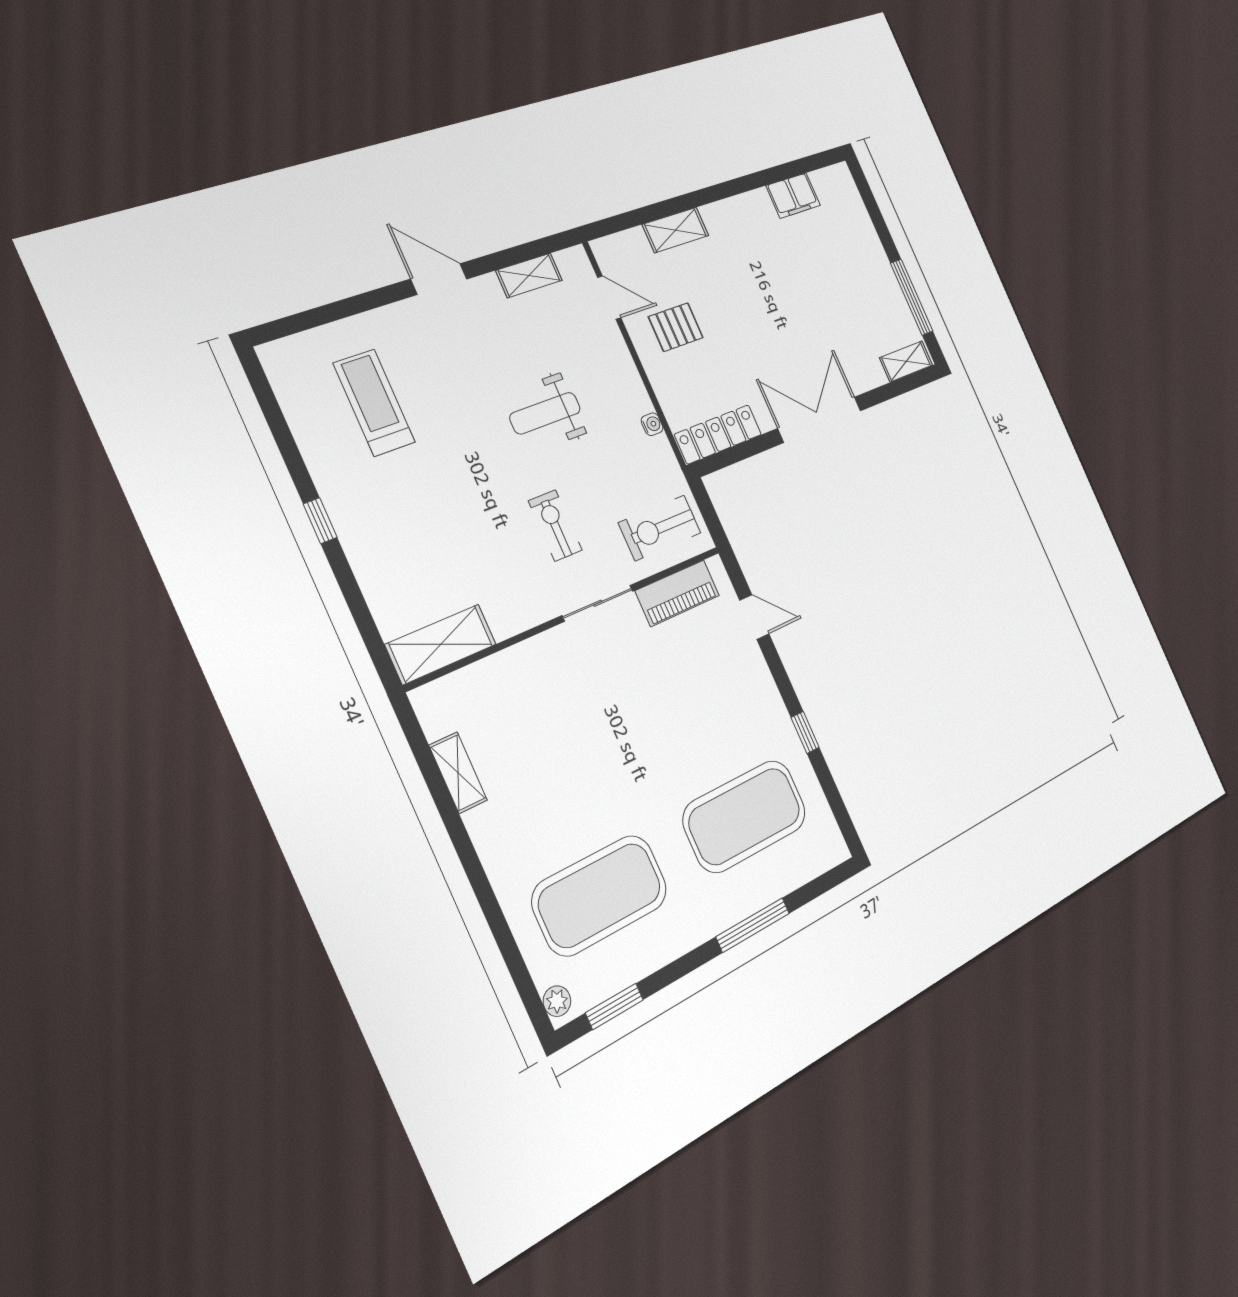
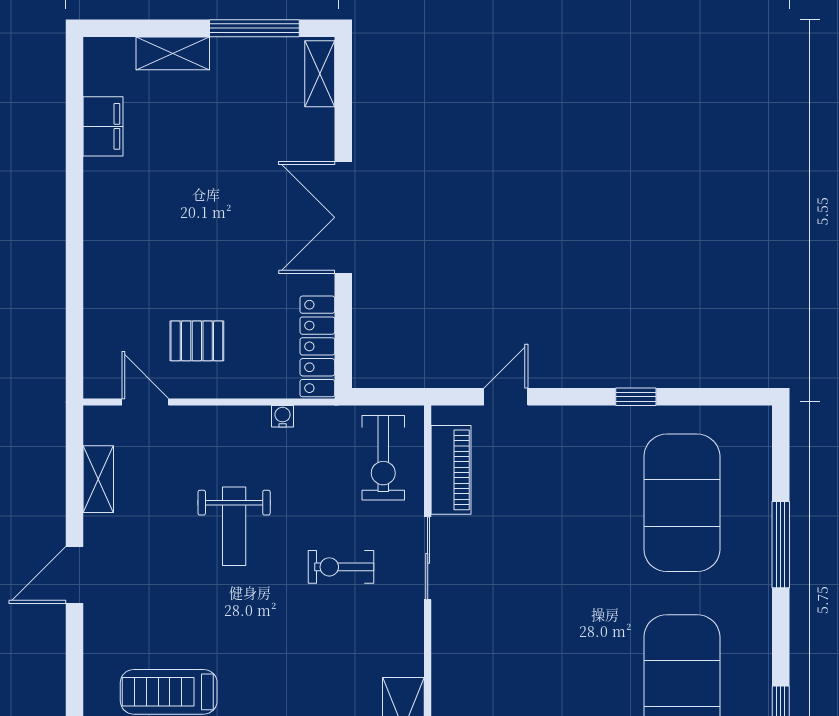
shelving: (676, 230) -> (173, 53), moved, turned 90
door: (609, 298) -> (145, 402), hinge flipped
pallet: (676, 327) -> (197, 341), turned 90

